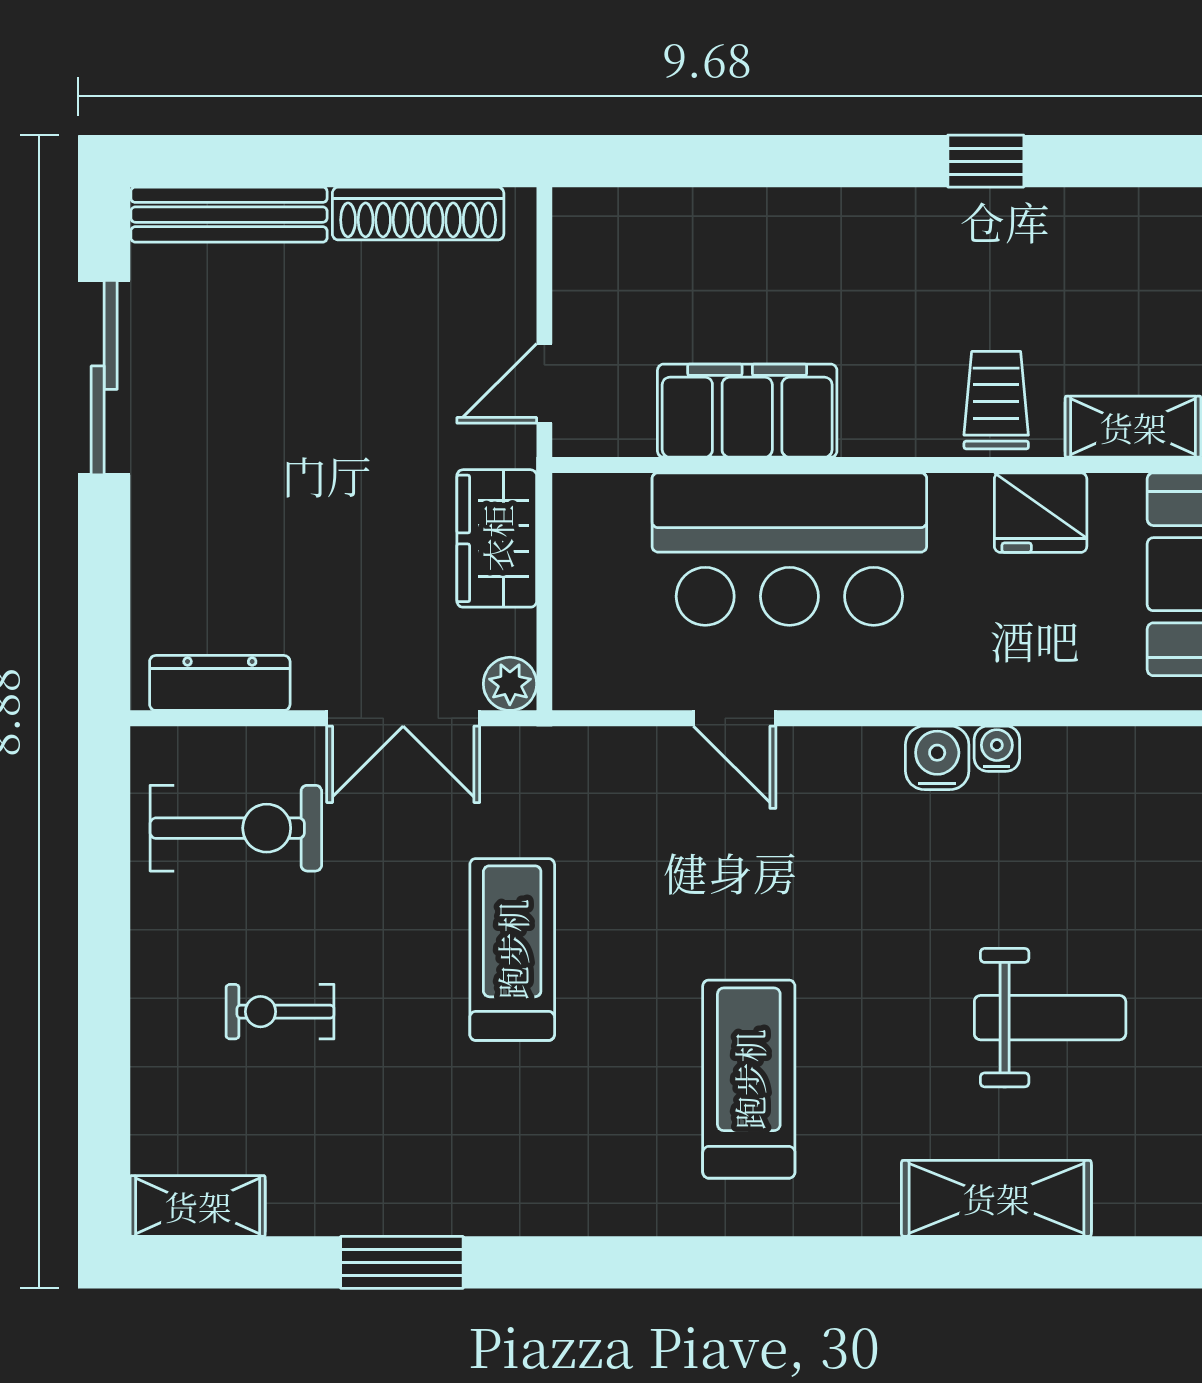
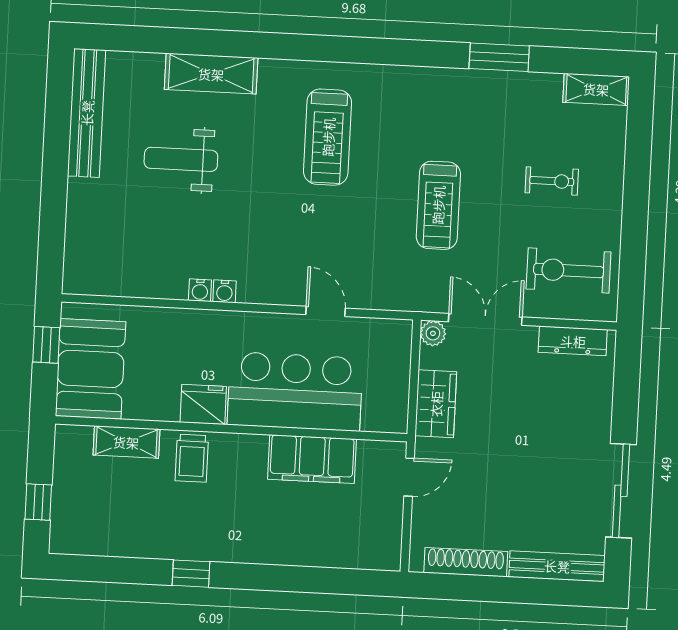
fridge: (1041, 513) -> (203, 404), moved
water cooler: (937, 758) -> (224, 291), width x0.72, depth x0.72

